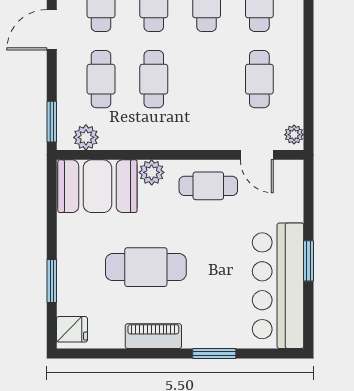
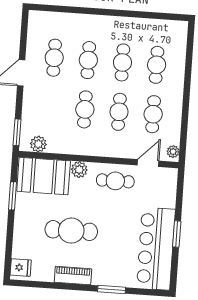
cafe table: (101, 79) -> (119, 112), moved
door: (257, 155) -> (148, 163), swing flipped
window: (52, 281) -> (13, 196), moved

